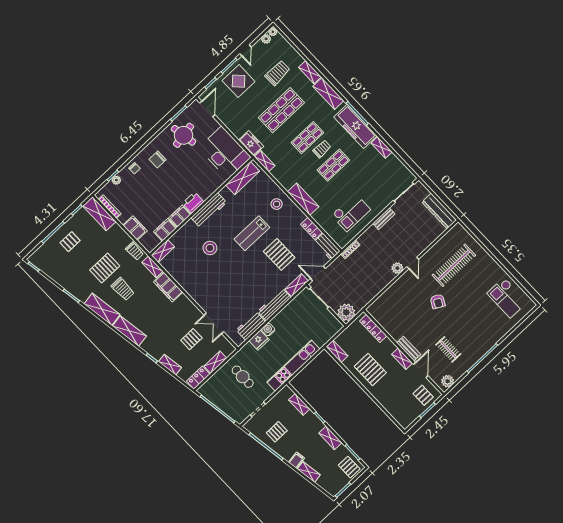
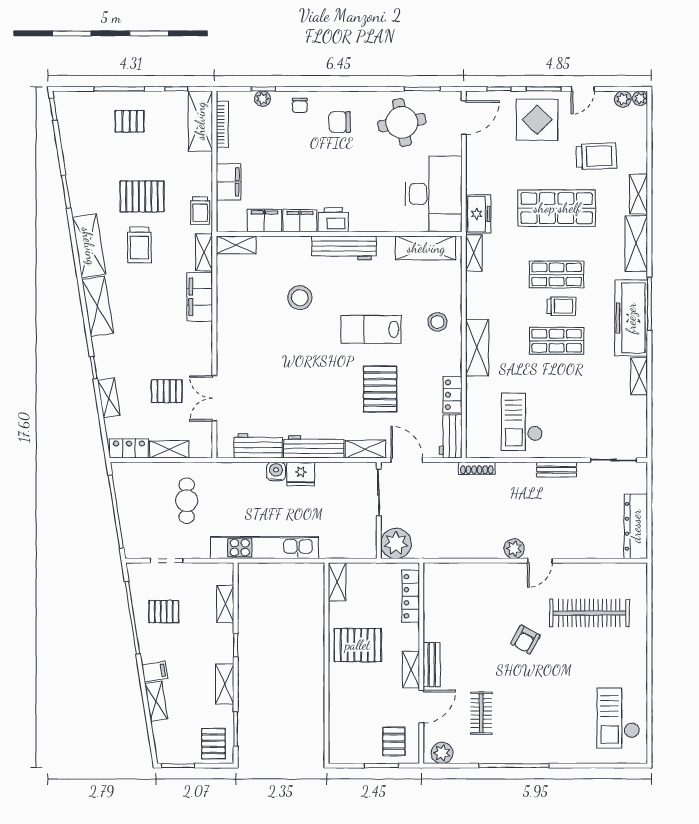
checkout: (351, 212) -> (522, 422), turned 90
fridge: (259, 340) -> (301, 474), moved
pallet: (370, 370) -> (358, 645), turned 90

